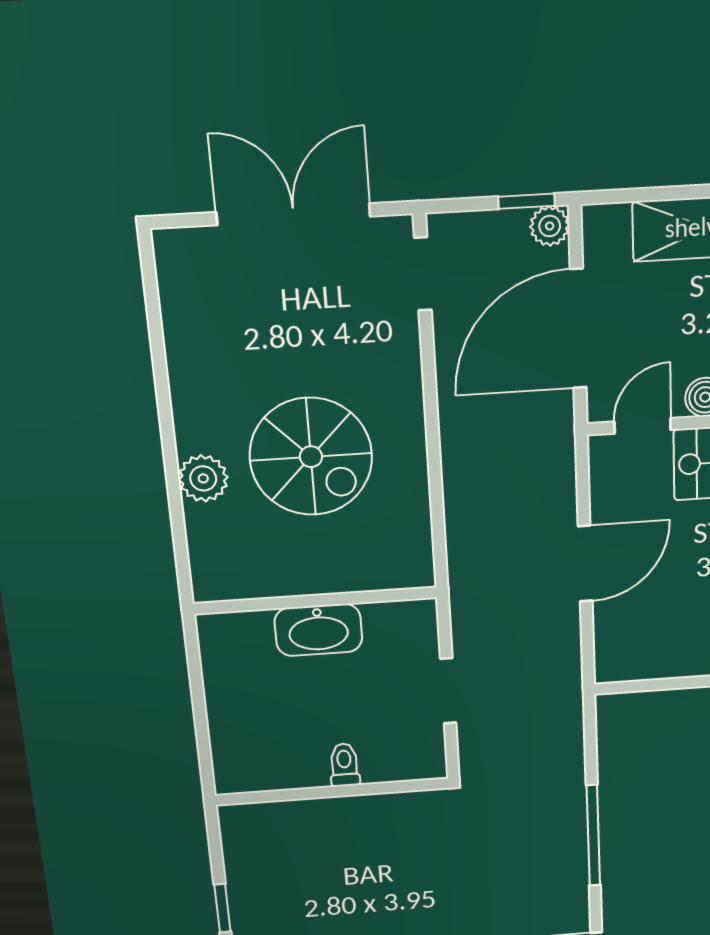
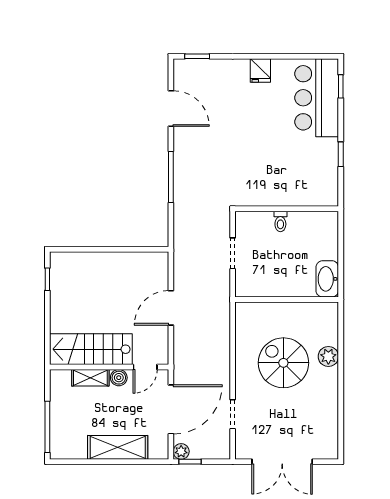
doorway: (423, 274) -> (233, 414), moved
washbasin: (318, 630) -> (327, 279), moved, turned -90

